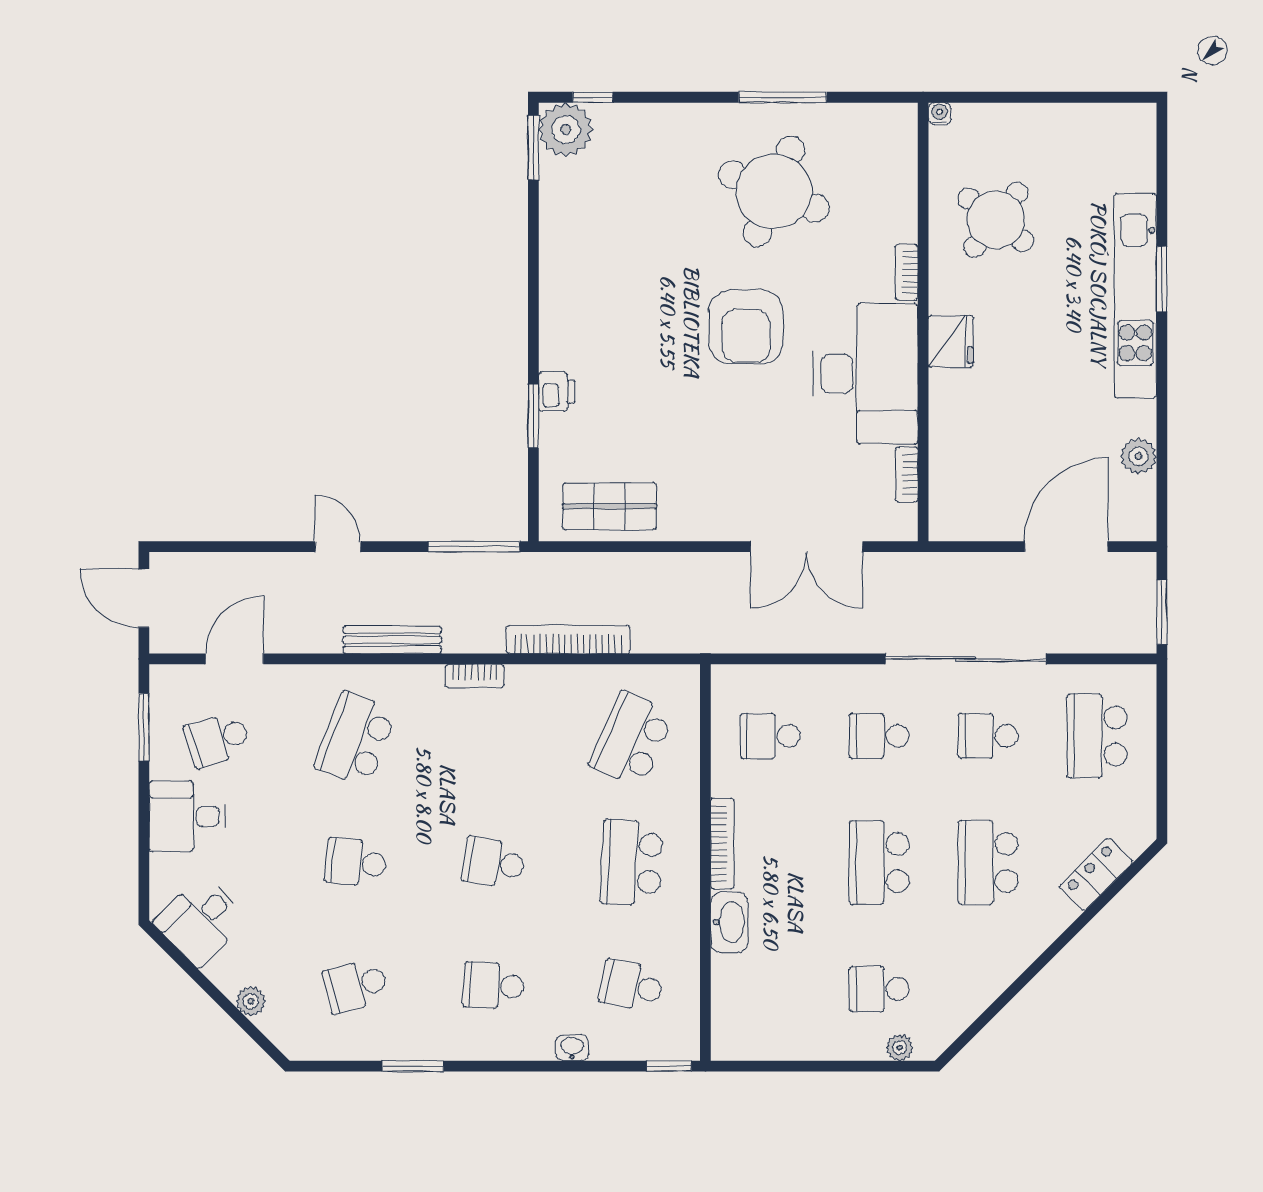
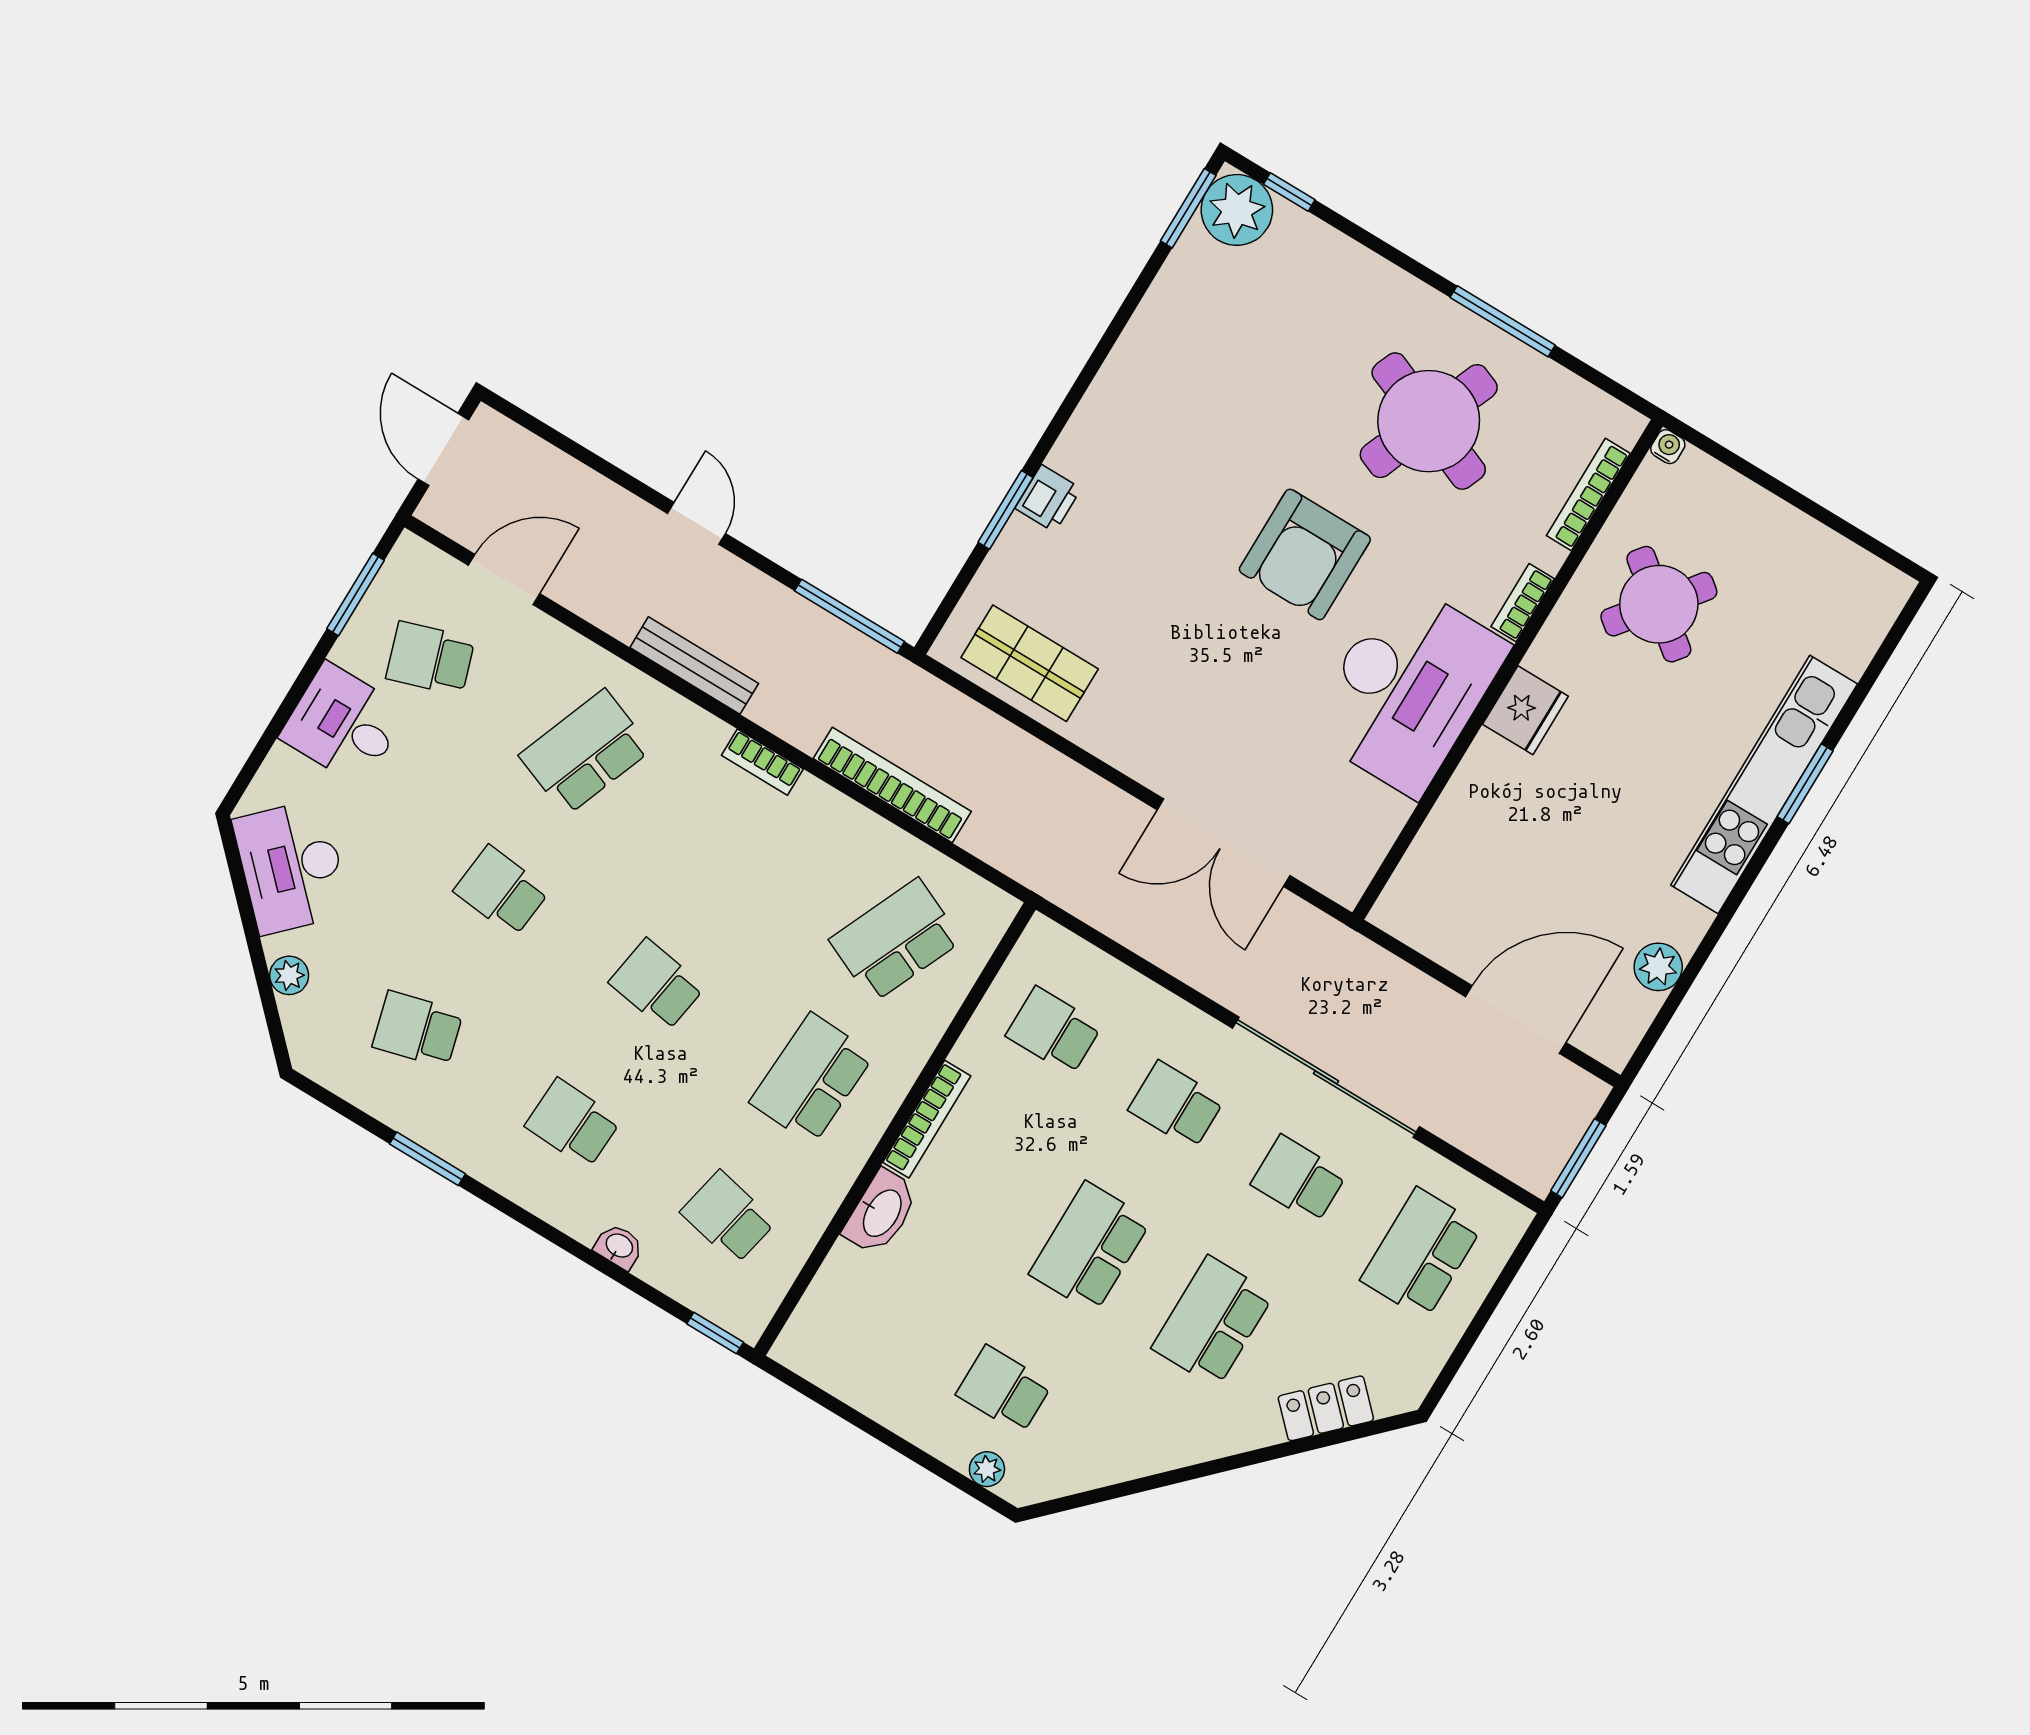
bookcase: (907, 474) -> (1588, 494), moved, width x1.56
desk: (201, 921) -> (291, 867), width x1.37

